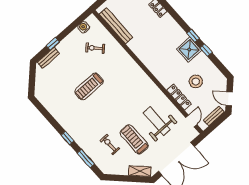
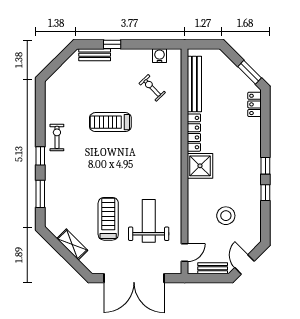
shower: (189, 50) -> (200, 166), moved
locker: (179, 97) -> (194, 133), moved
exercise bike: (110, 145) -> (57, 137), moved
shelving: (140, 171) -> (72, 244), moved

